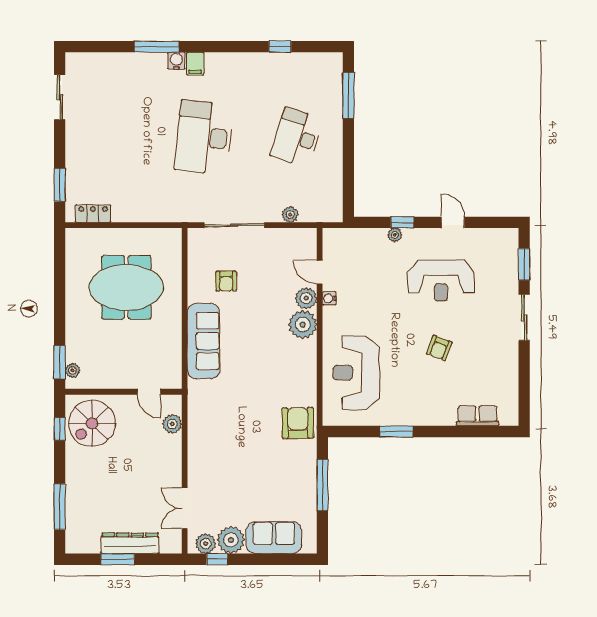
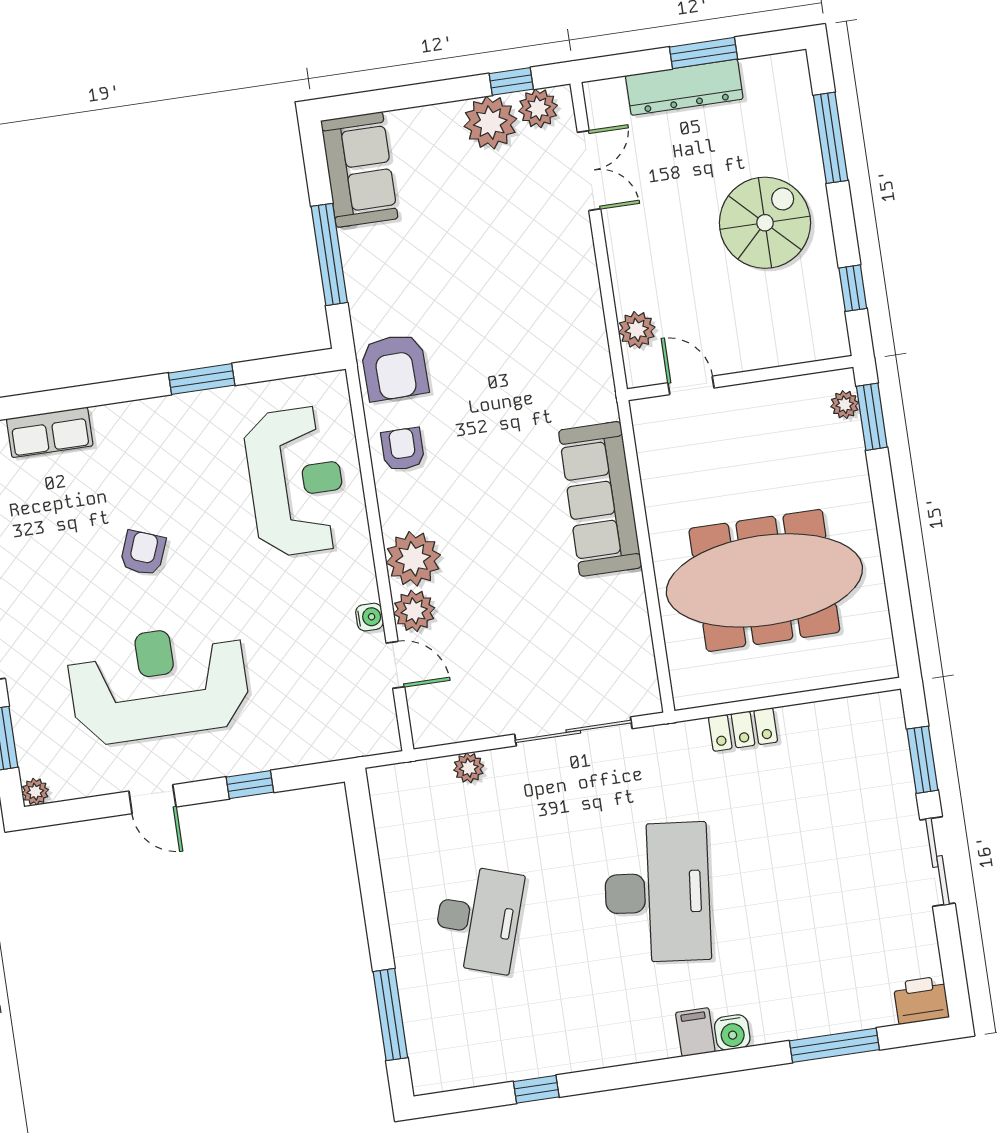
window: (157, 47) -> (834, 1045), moved
printer: (78, 63) -> (921, 1000), added
sliding door: (60, 97) -> (937, 861), moved
locker: (93, 213) -> (743, 729), moved
plant: (395, 235) -> (35, 792), moved
reception desk: (441, 280) -> (159, 684), width x1.36, depth x1.30
armchair: (226, 281) -> (403, 449), moved
meeting table: (126, 287) -> (764, 580), width x1.36
spiral stairs: (92, 423) -> (765, 223), moved
sofa: (274, 538) -> (359, 170), moved, turned -90

